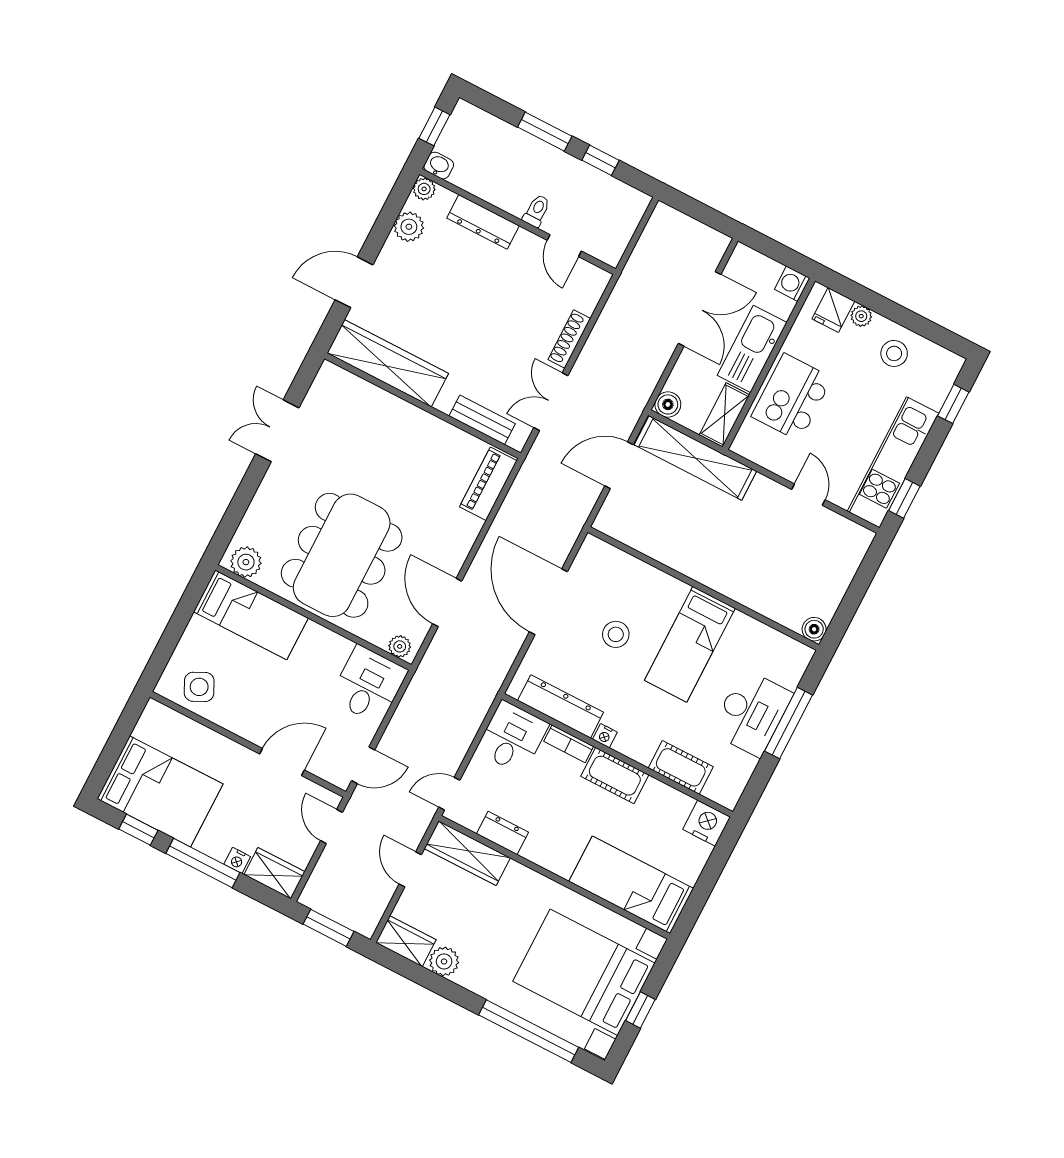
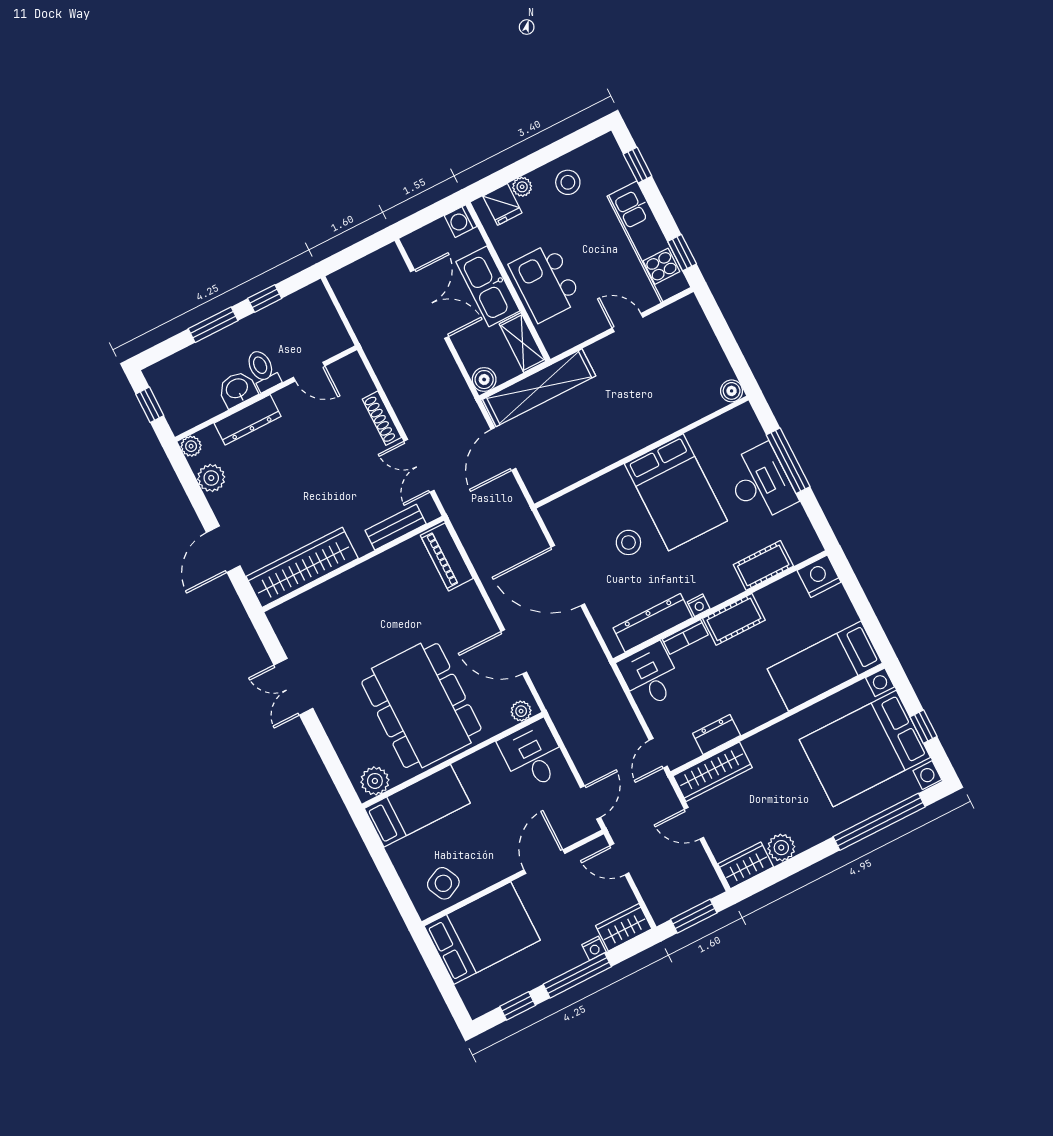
washbasin: (439, 166) -> (237, 389), moved, width x1.38, depth x1.45
toilet: (537, 211) -> (263, 370), width x1.37, depth x1.39
bed: (690, 644) -> (676, 492), width x1.50
bed: (160, 791) -> (482, 933), moved

